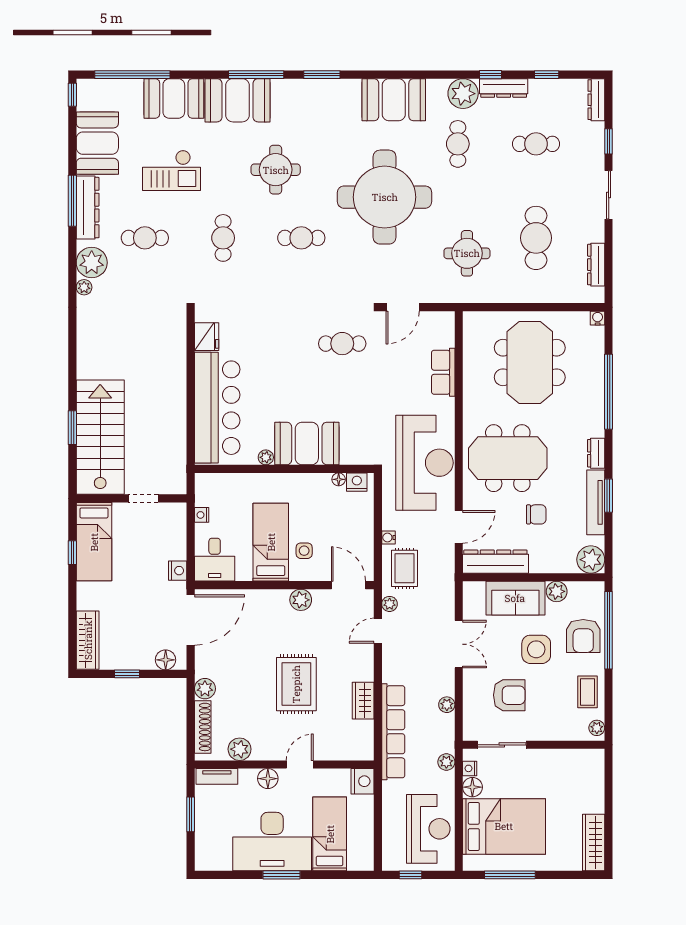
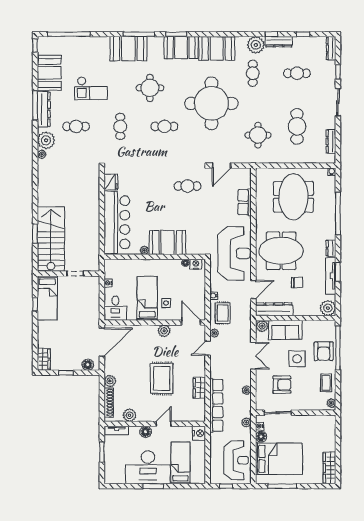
booth: (174, 98) -> (181, 48), moved
nightstand: (178, 571) -> (95, 314), removed
plant: (557, 591) -> (262, 326), moved
wardrobe: (88, 640) -> (44, 359), width x0.67

